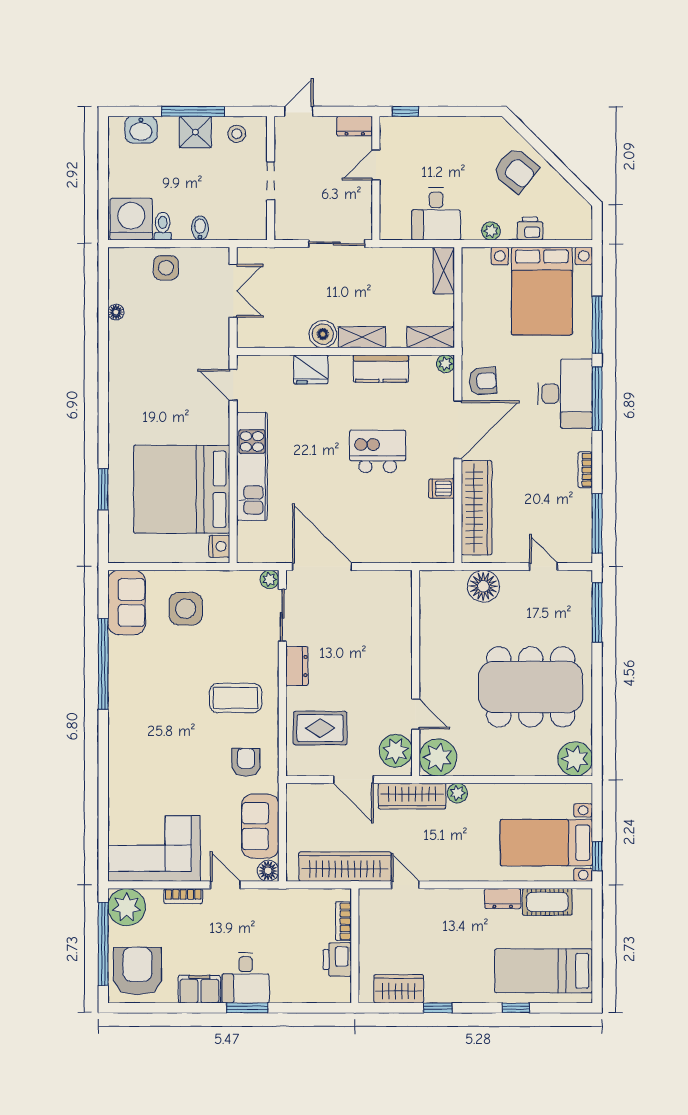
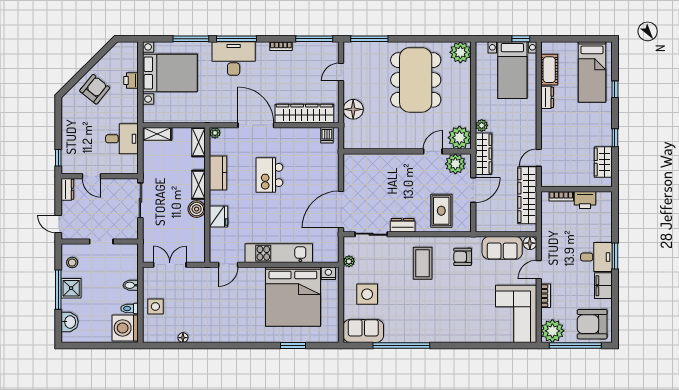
plant: (491, 231) -> (133, 105), removed
armchair: (483, 381) -> (226, 110), removed
dishwasher: (442, 489) -> (327, 135), moved
plant: (269, 579) -> (349, 261), moved

